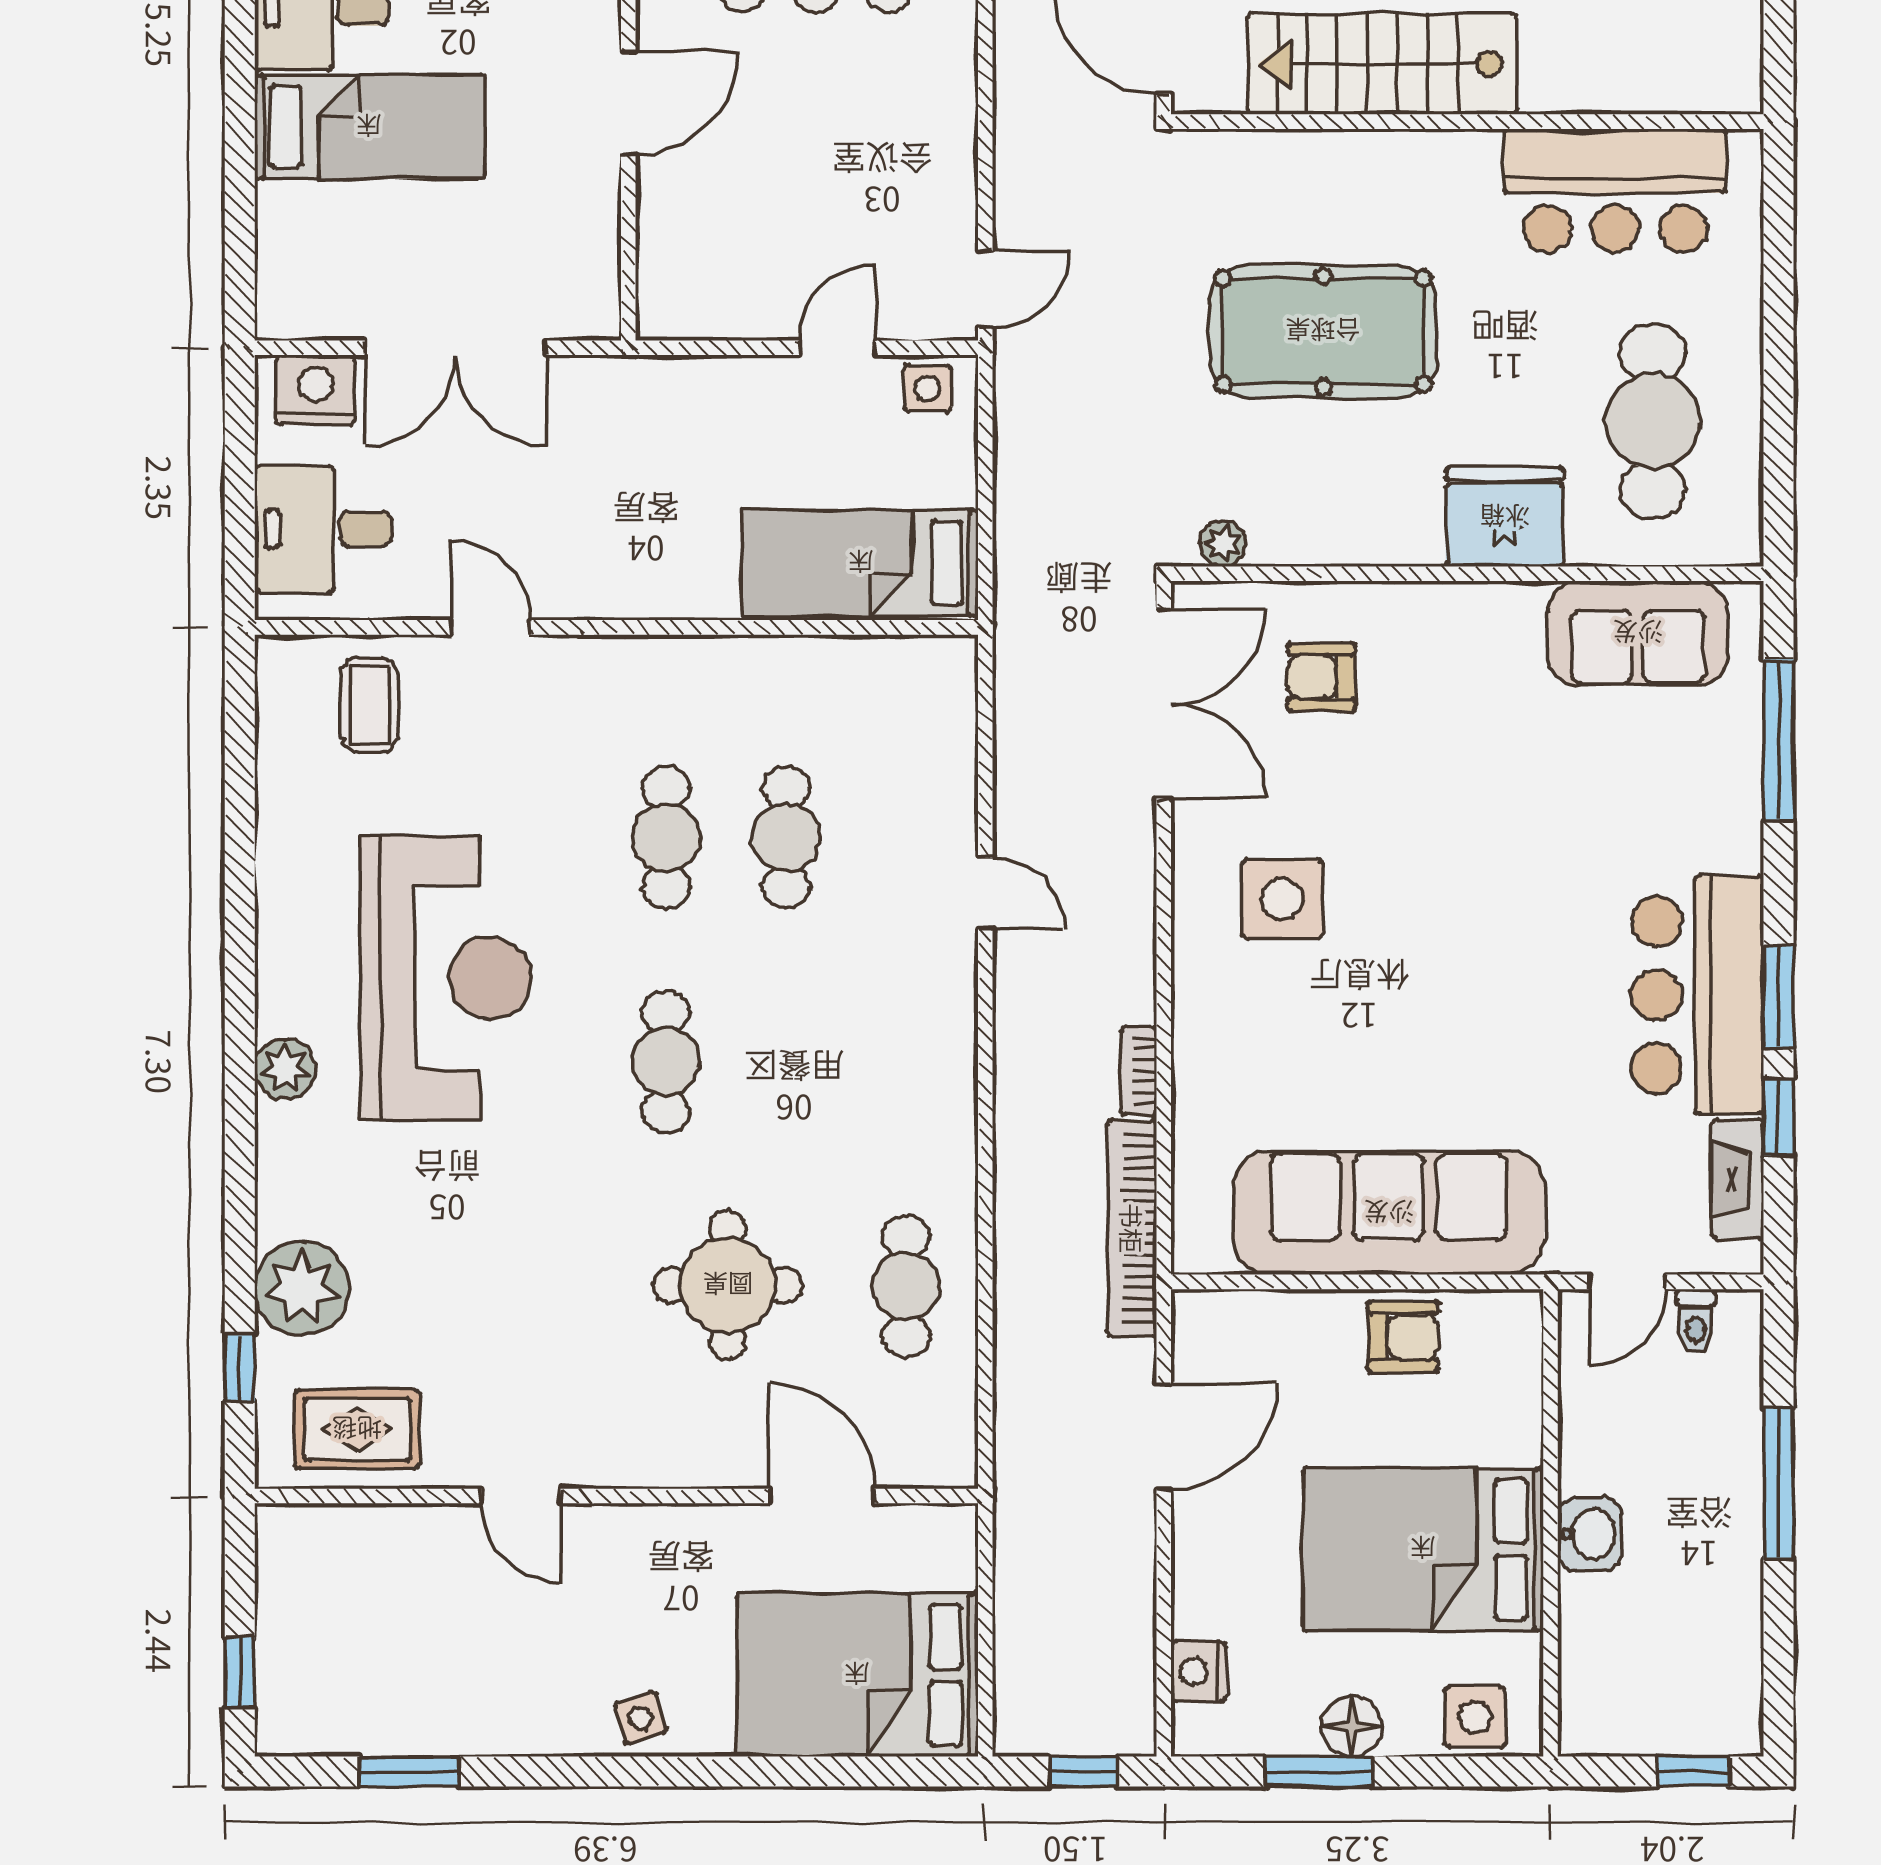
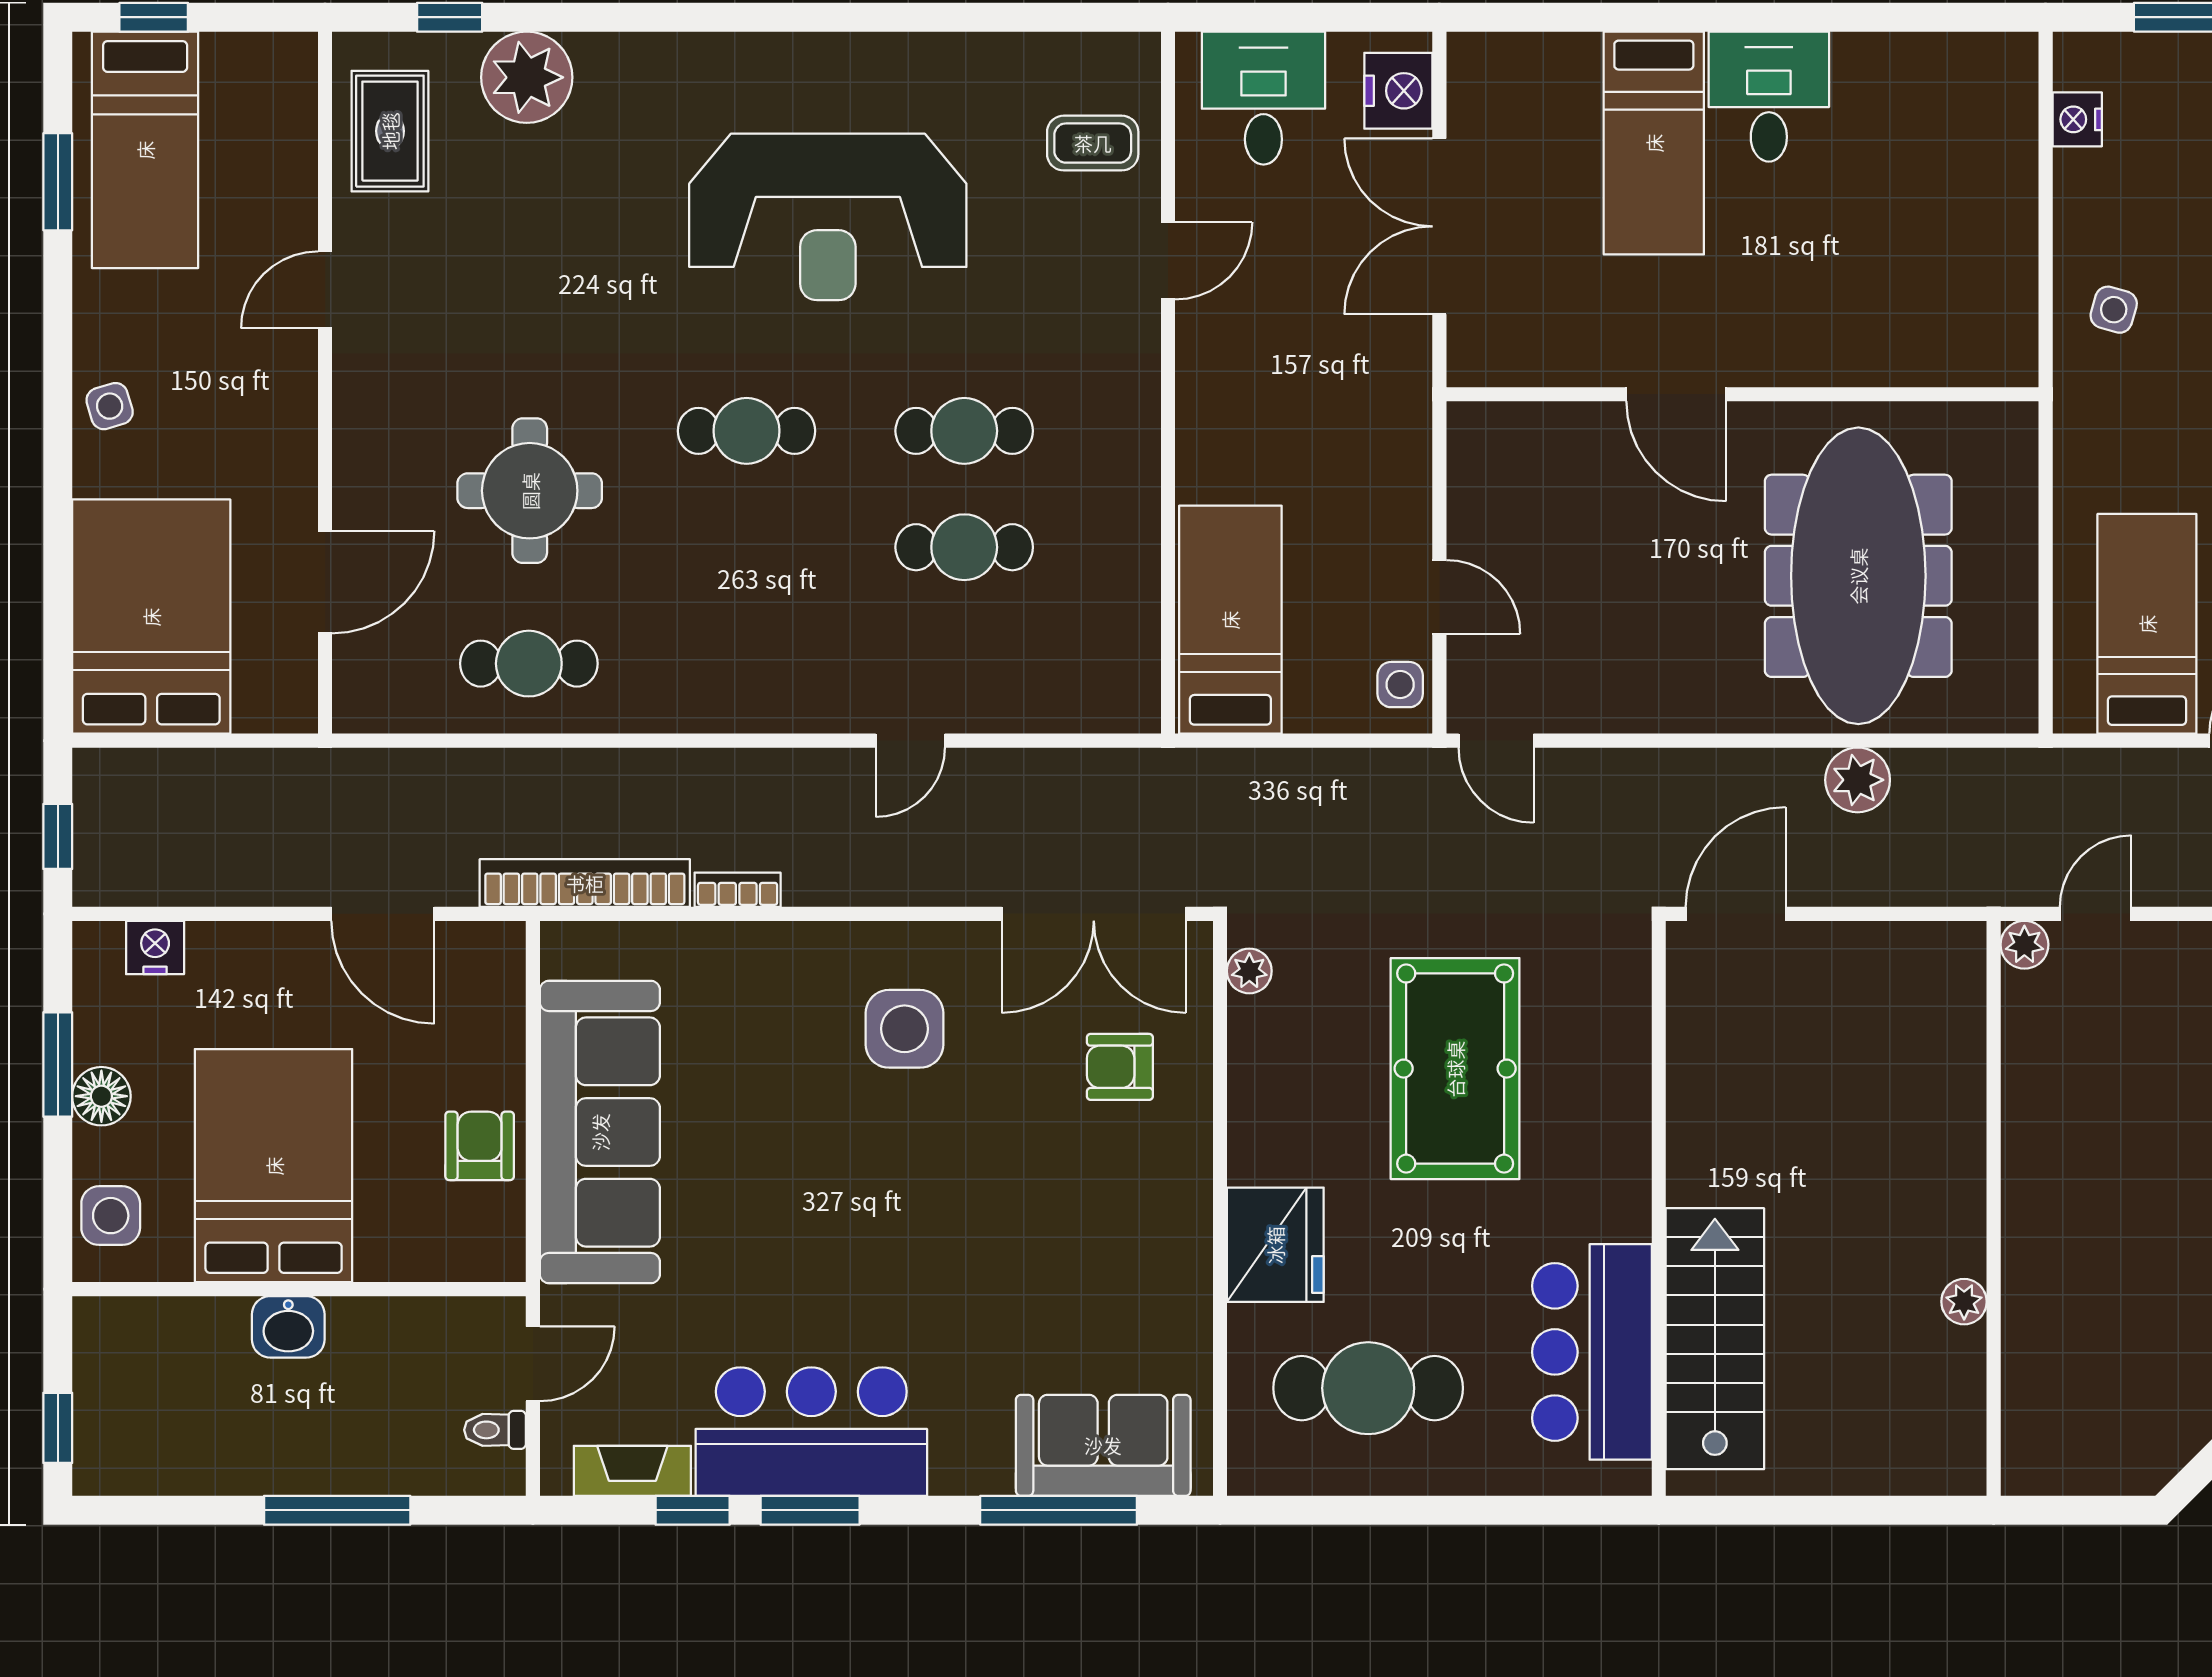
stairs: (1382, 64) -> (1715, 1339), moved
sofa: (1638, 633) -> (1103, 1445), moved, turned 90
armchair: (1321, 677) -> (1120, 1067), turned -90
plant: (285, 1069) -> (739, 61), removed
door: (1628, 1282) -> (533, 1364), swing flipped
armchair: (1403, 1337) -> (480, 1146), turned 180
bed: (377, 1682) -> (145, 150), added

